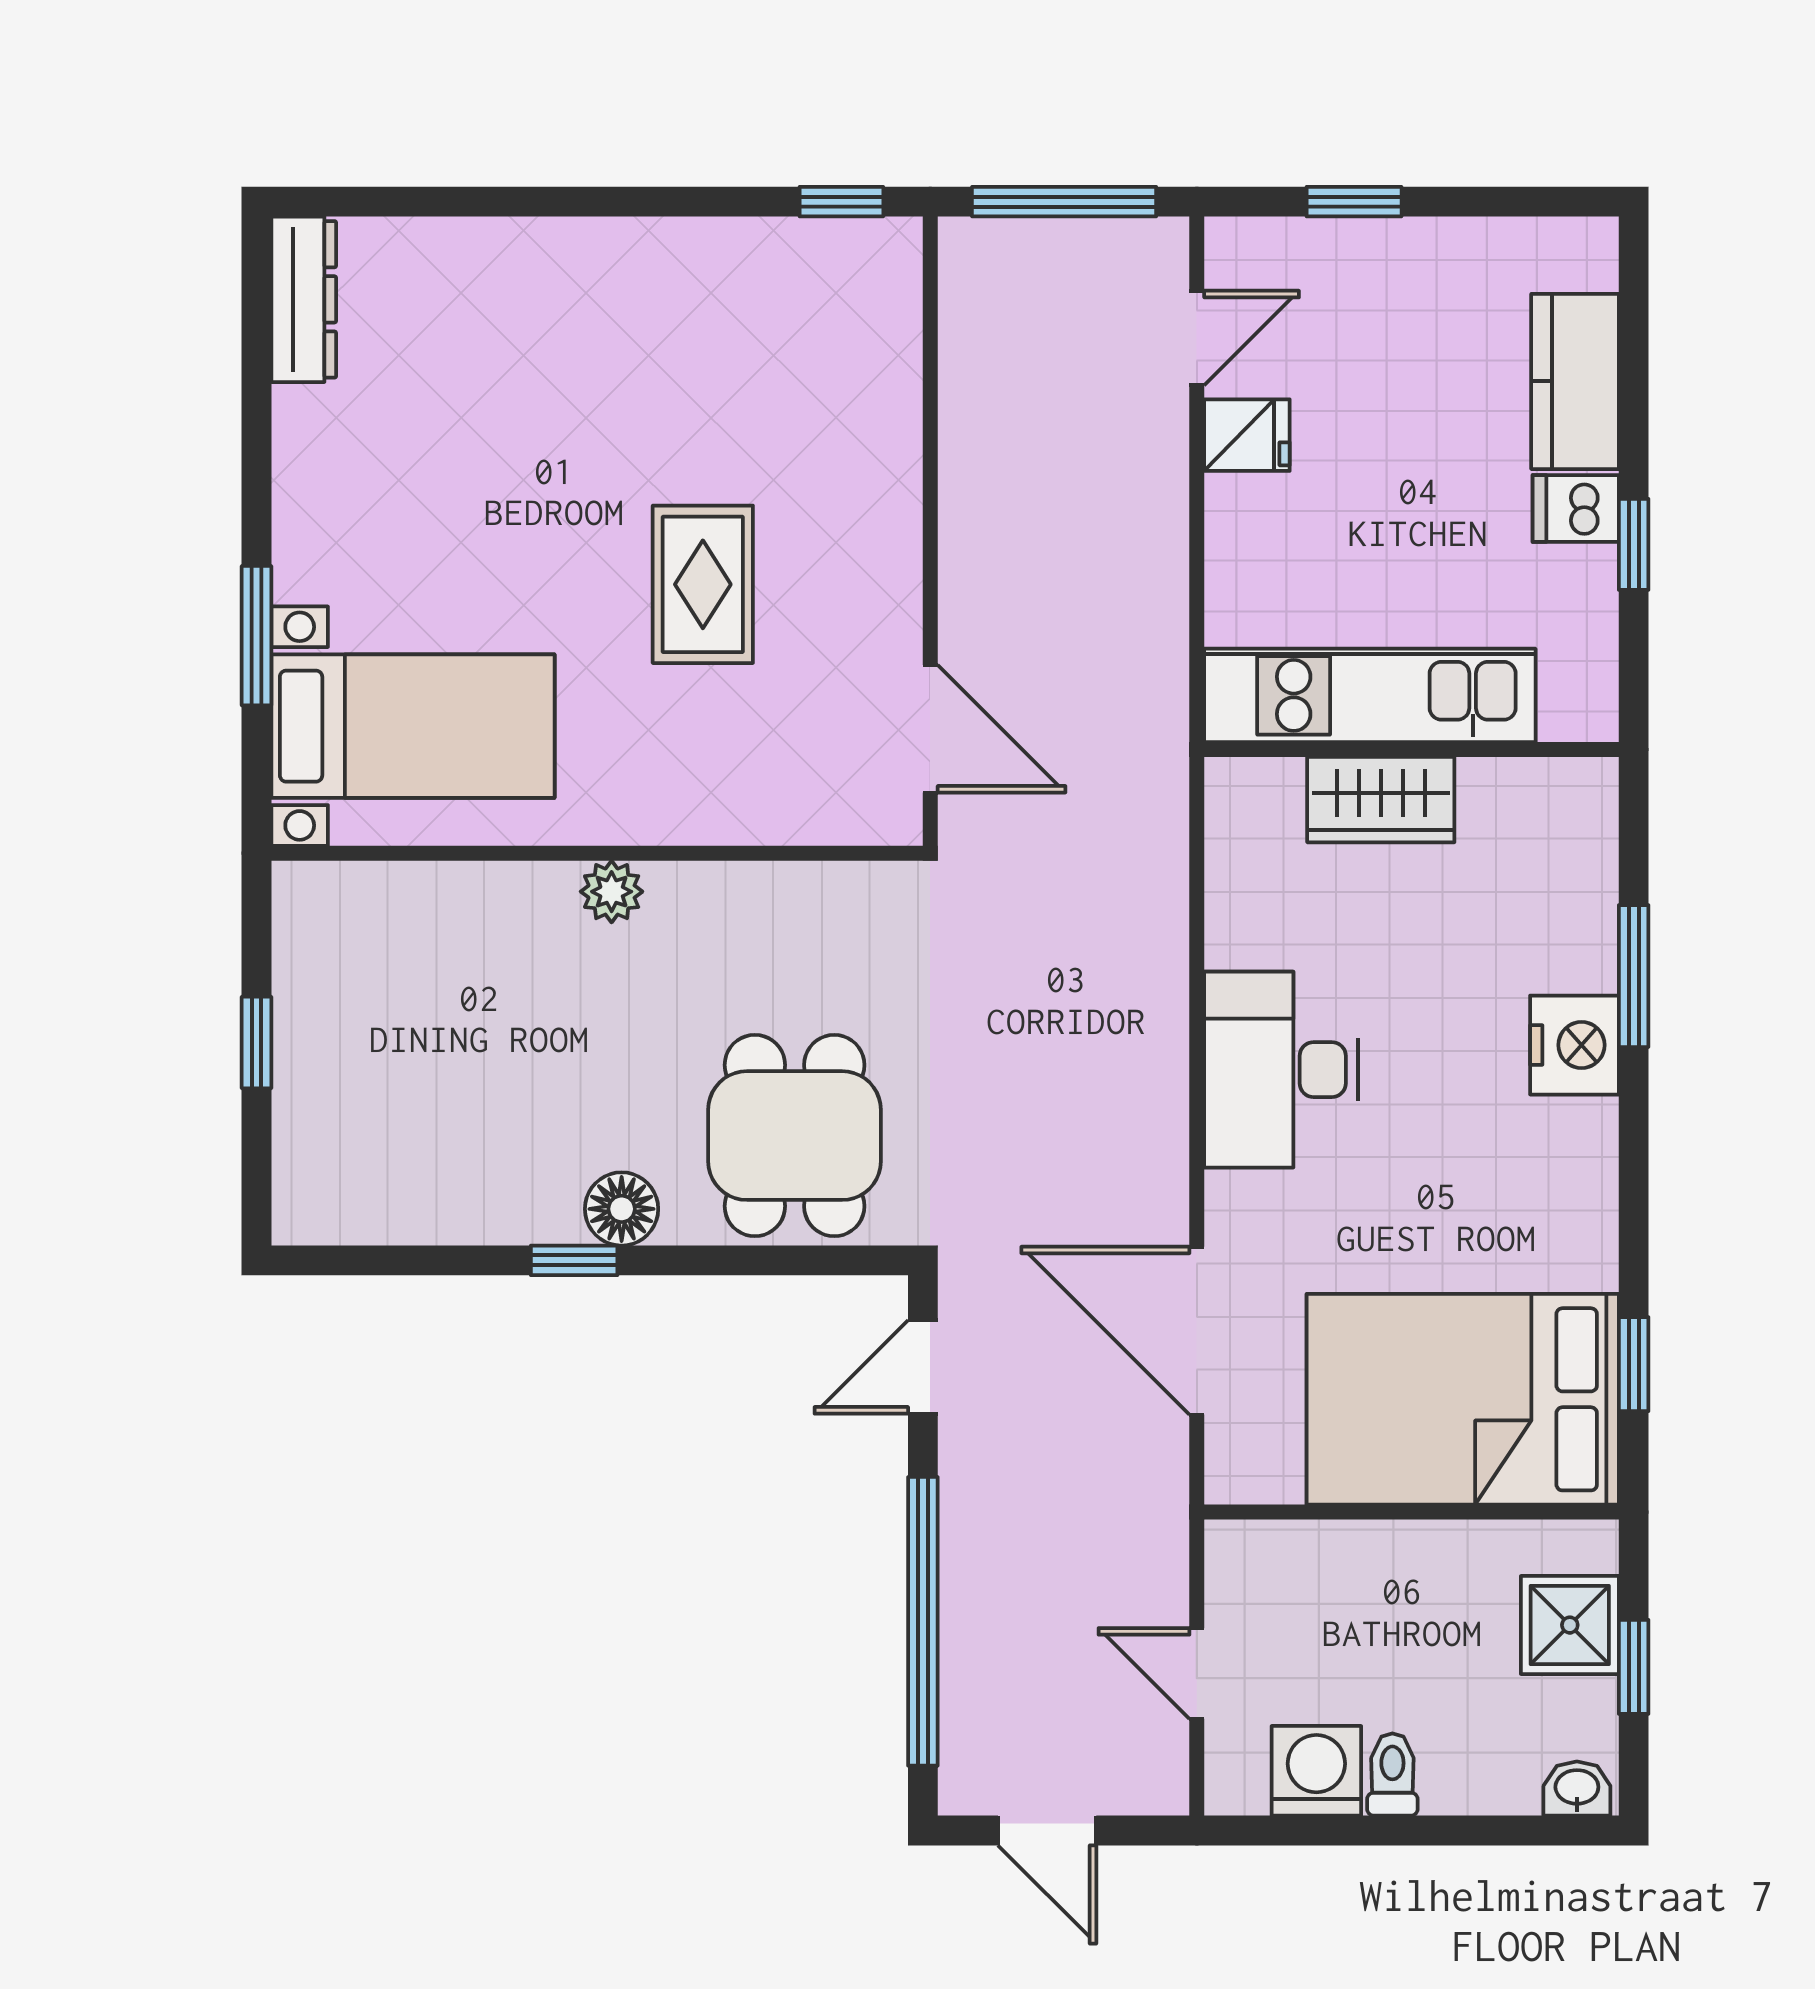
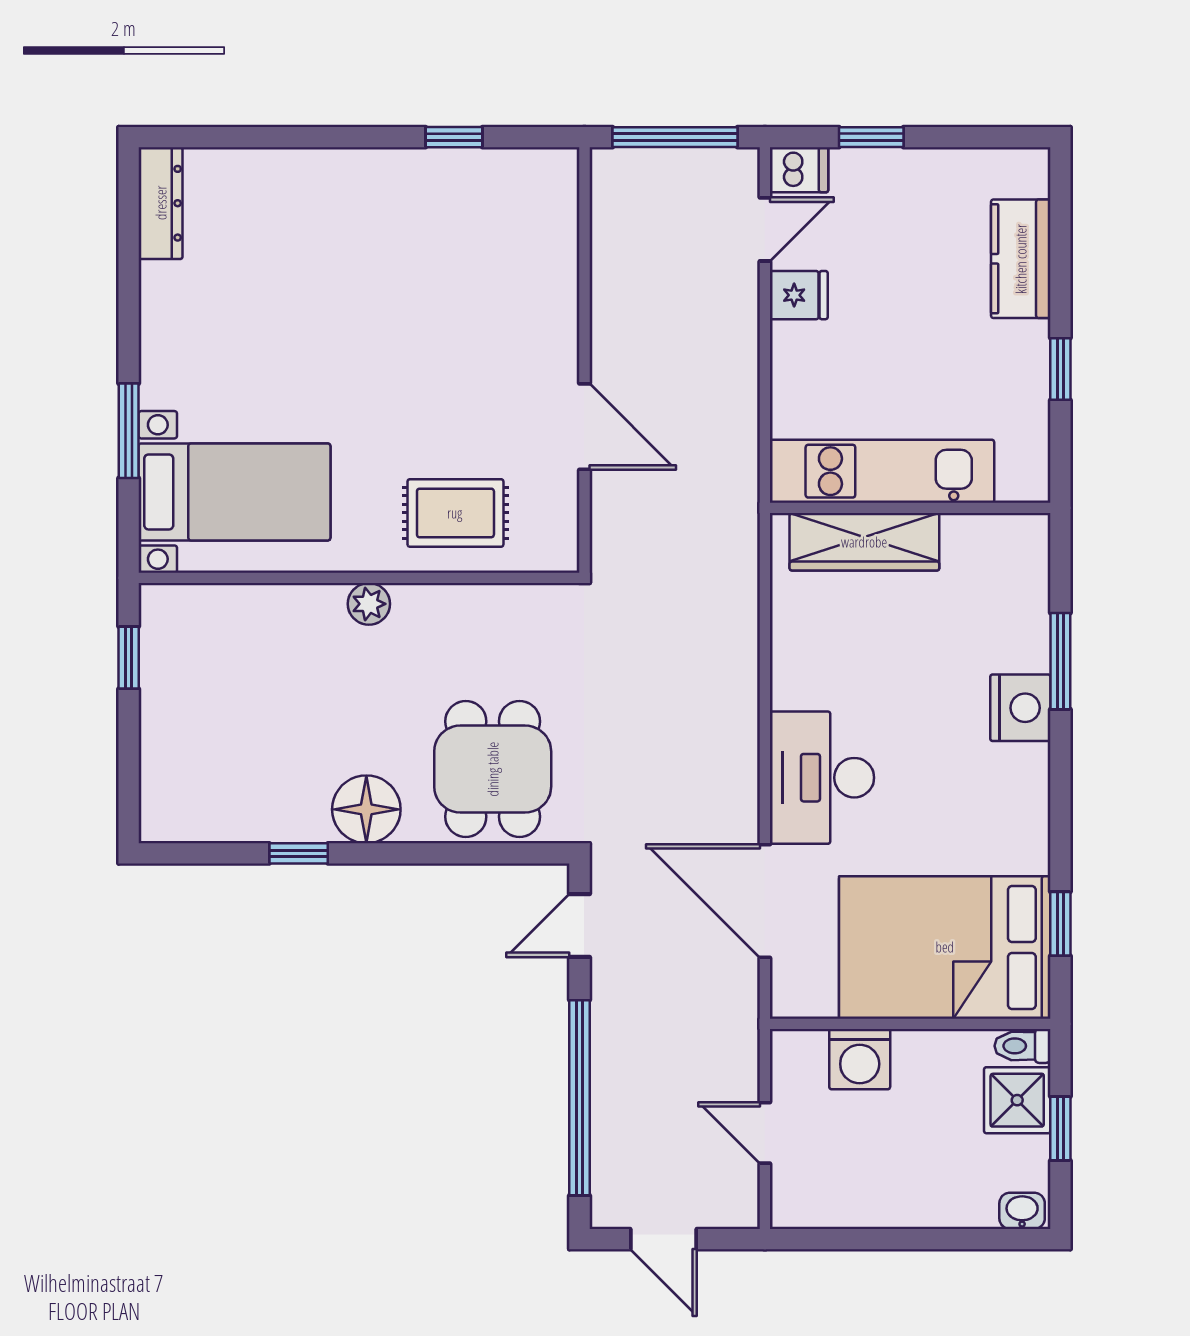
window: (841, 202) -> (454, 137), moved
dishwasher: (1576, 508) -> (799, 170), moved, turned 180
rug: (703, 584) -> (455, 513), moved, turned 90
door: (930, 729) -> (584, 427), moved
wardrobe: (1381, 800) -> (864, 542), width x1.50
window: (257, 1043) -> (129, 658), moved
desk: (1281, 1070) -> (822, 778), moved
floor lamp: (622, 1209) -> (366, 809), width x1.38, depth x1.38
window: (574, 1260) -> (299, 853), moved
washing machine: (1316, 1771) -> (860, 1059), moved, turned 180
toilet: (1392, 1774) -> (1023, 1046), moved, turned -90

